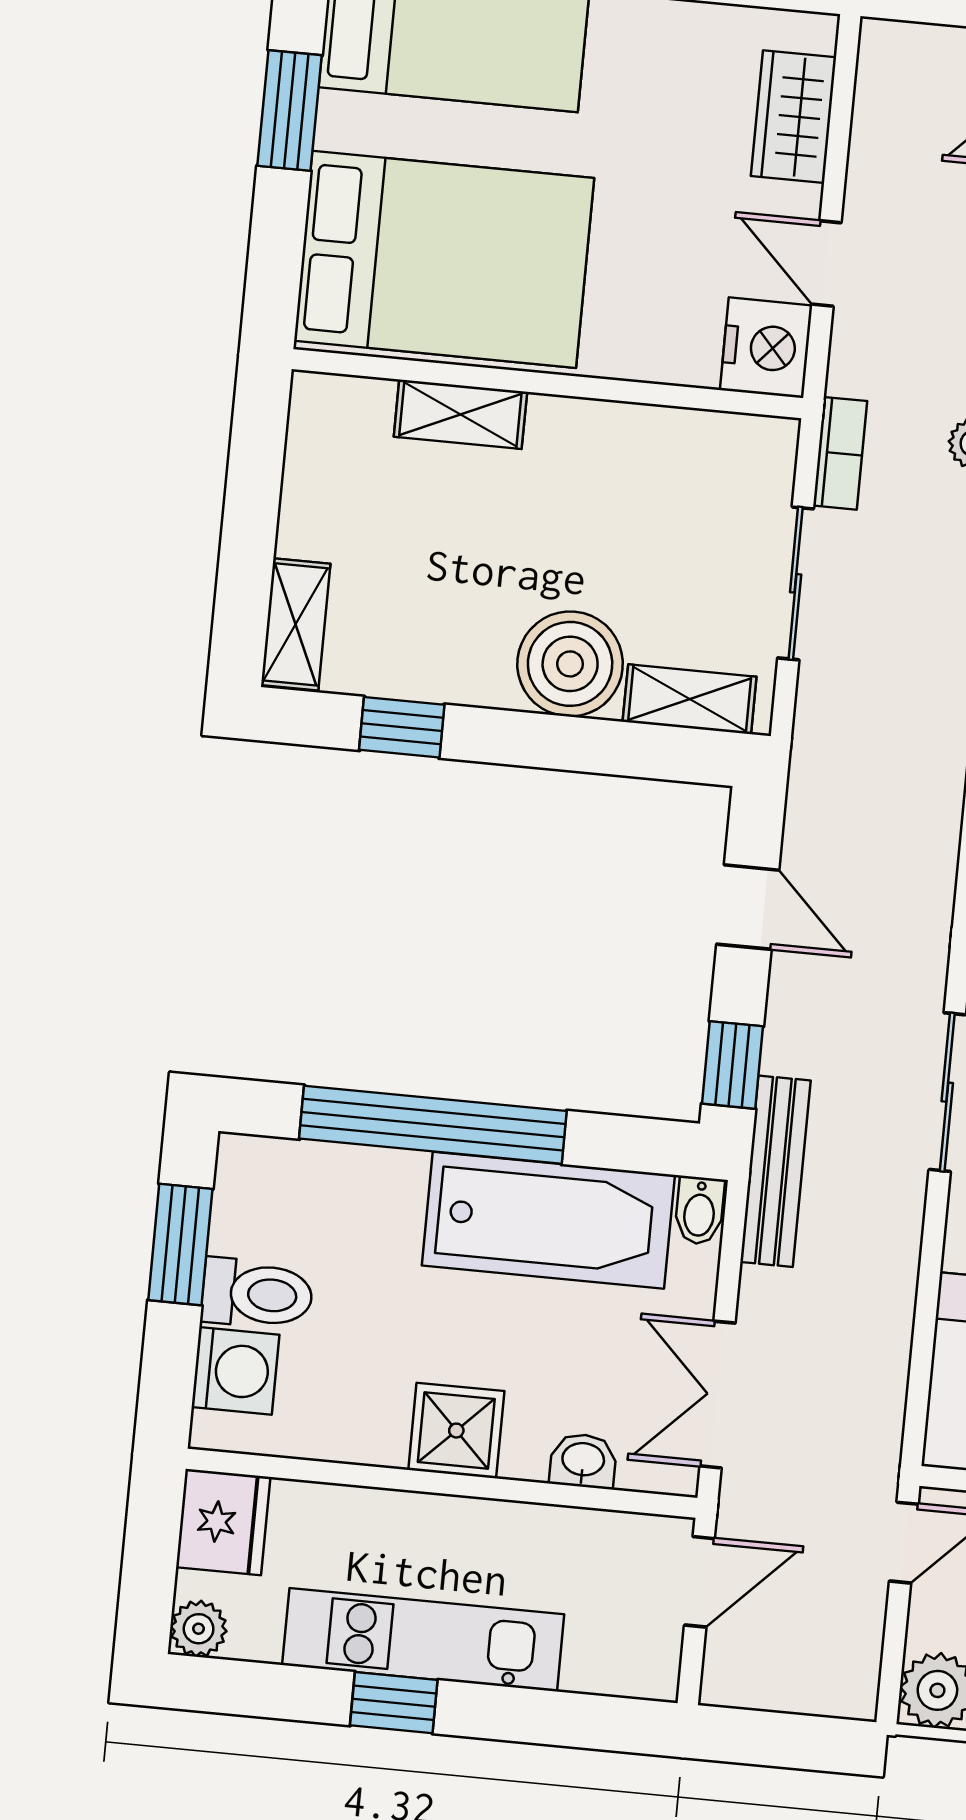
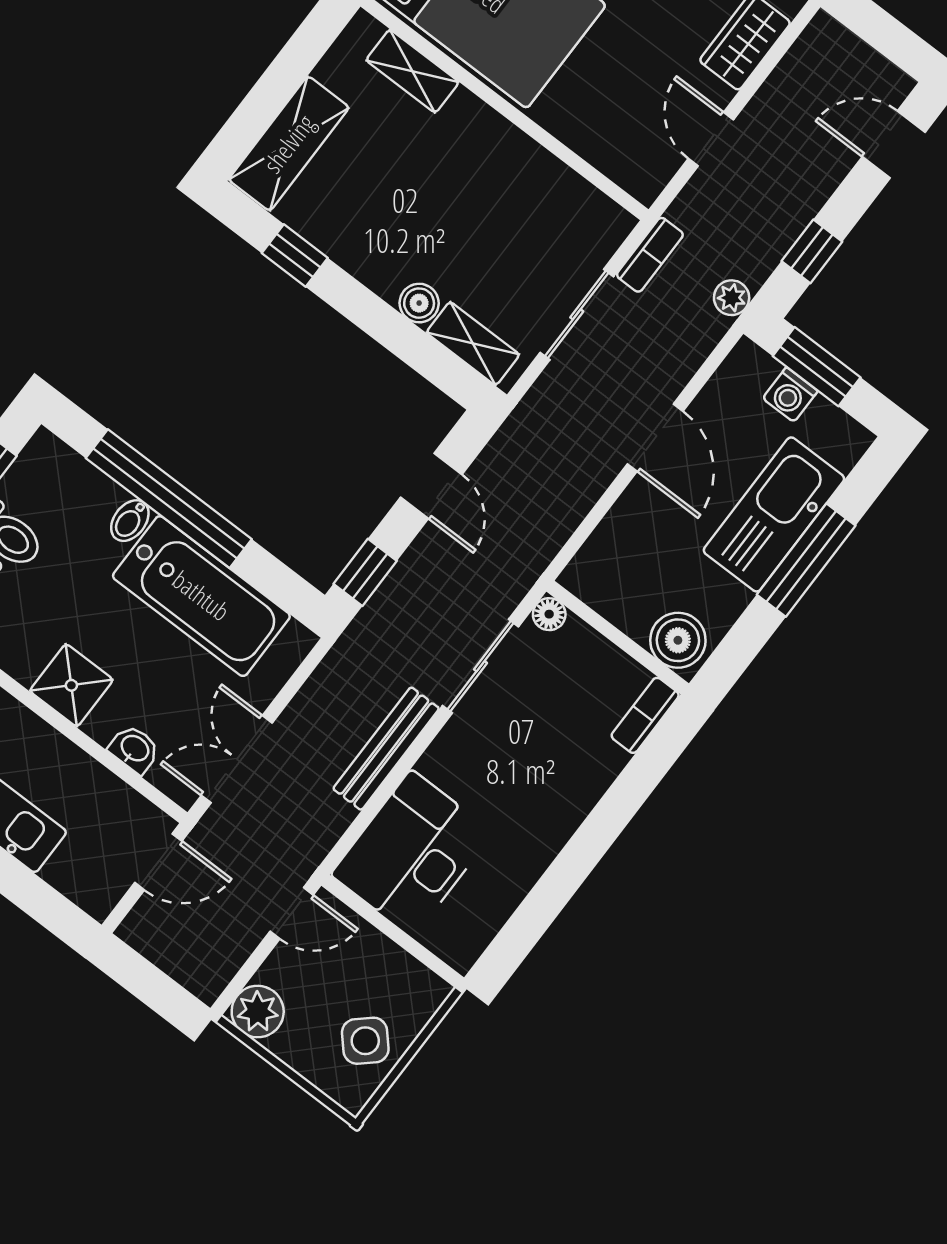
nightstand: (766, 348) -> (645, 166), removed
shelving: (460, 414) -> (412, 71), moved
shelving: (296, 624) -> (289, 144), width x1.50, depth x1.33
boiler: (570, 664) -> (419, 303), width x0.54, depth x0.54
bench: (775, 1171) -> (386, 749), moved
bidet: (699, 1211) -> (130, 521), moved

